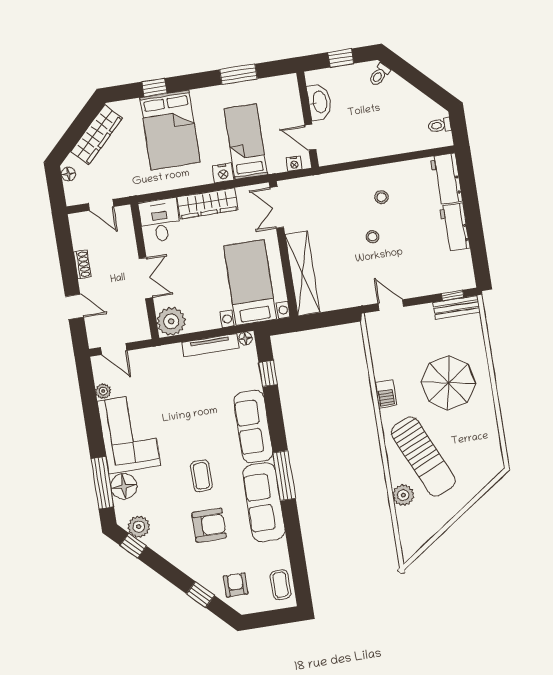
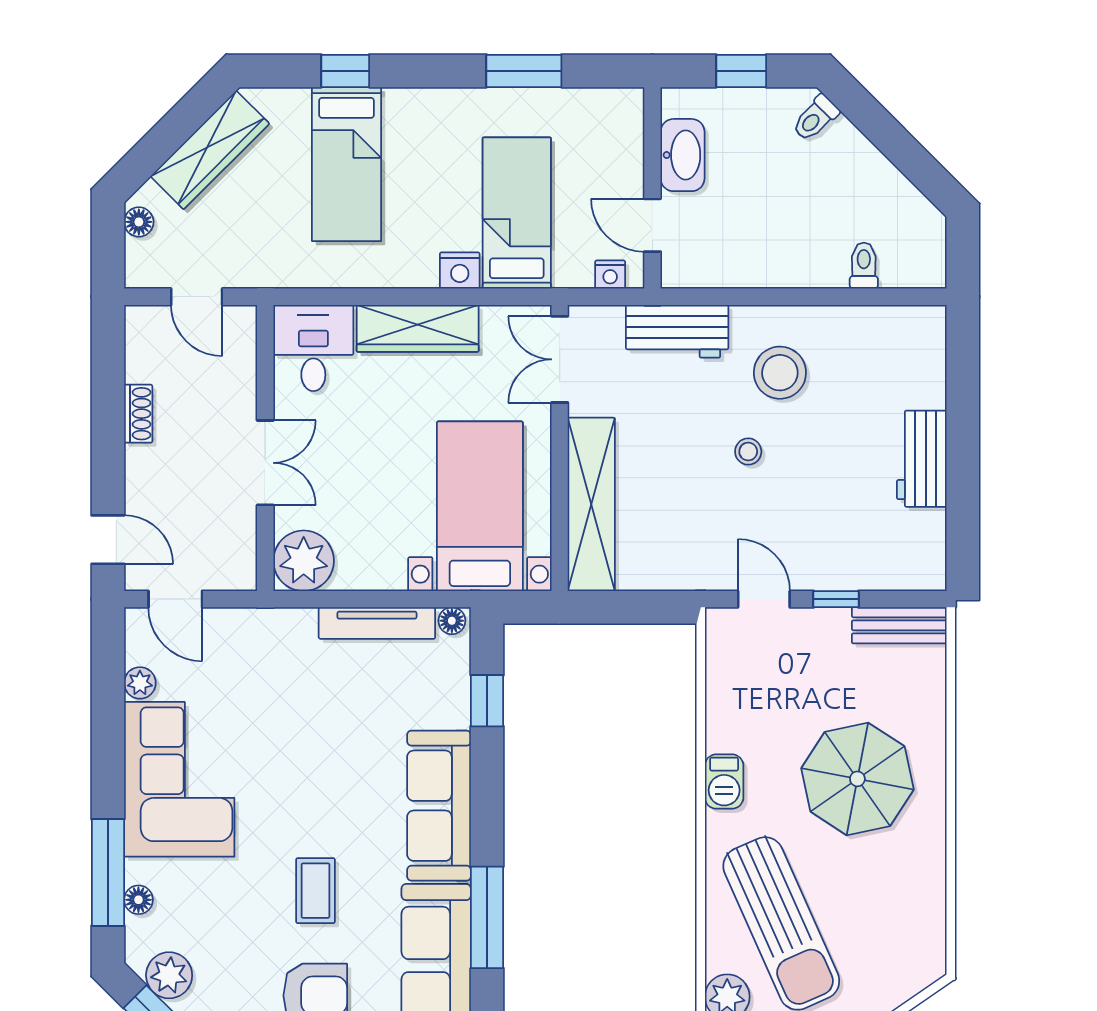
toilet: (440, 125) -> (864, 266), moved, turned 90
bed: (170, 130) -> (347, 164), width x0.67
workbench: (446, 179) -> (677, 331), moved, turned -90
stool: (381, 197) -> (780, 373), width x1.89, depth x1.89
window: (453, 295) -> (836, 599), moved
door: (74, 307) -> (108, 540), moved
floor lamp: (124, 486) -> (138, 900), width x0.53, depth x0.53

